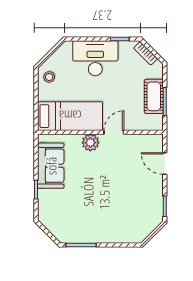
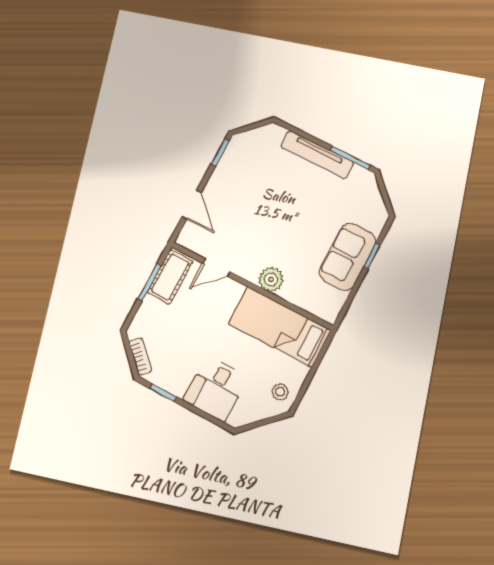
desk: (95, 58) -> (216, 389), width x0.73
cot: (154, 96) -> (170, 277), moved
door: (114, 132) -> (216, 267), moved
sofa: (51, 166) -> (348, 257), moved
tv unit: (103, 236) -> (317, 155), added

